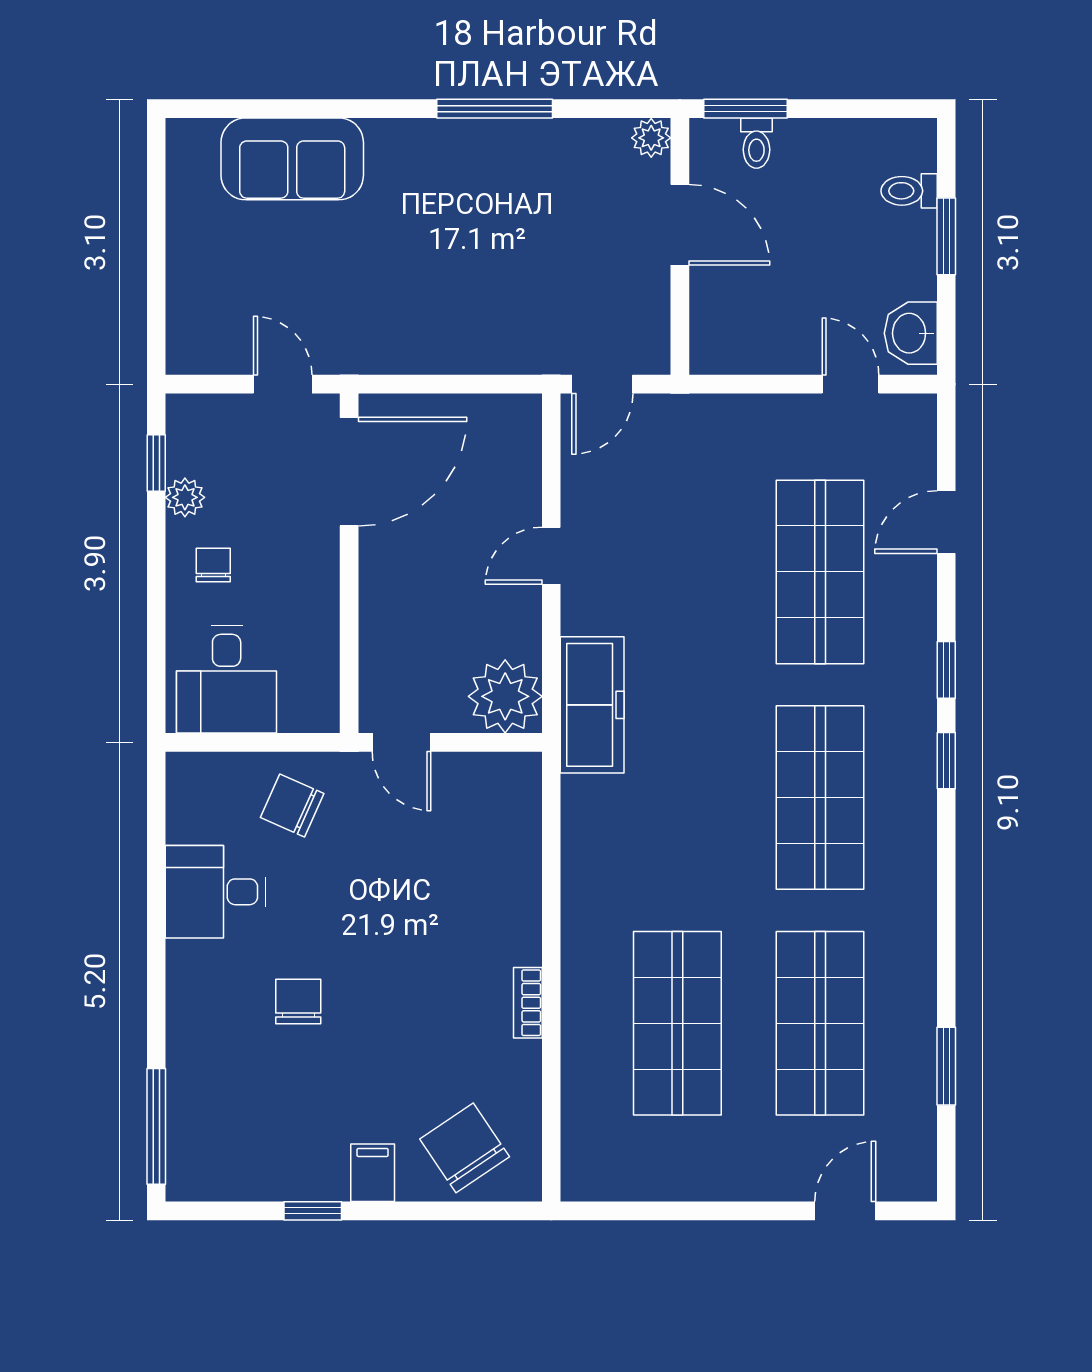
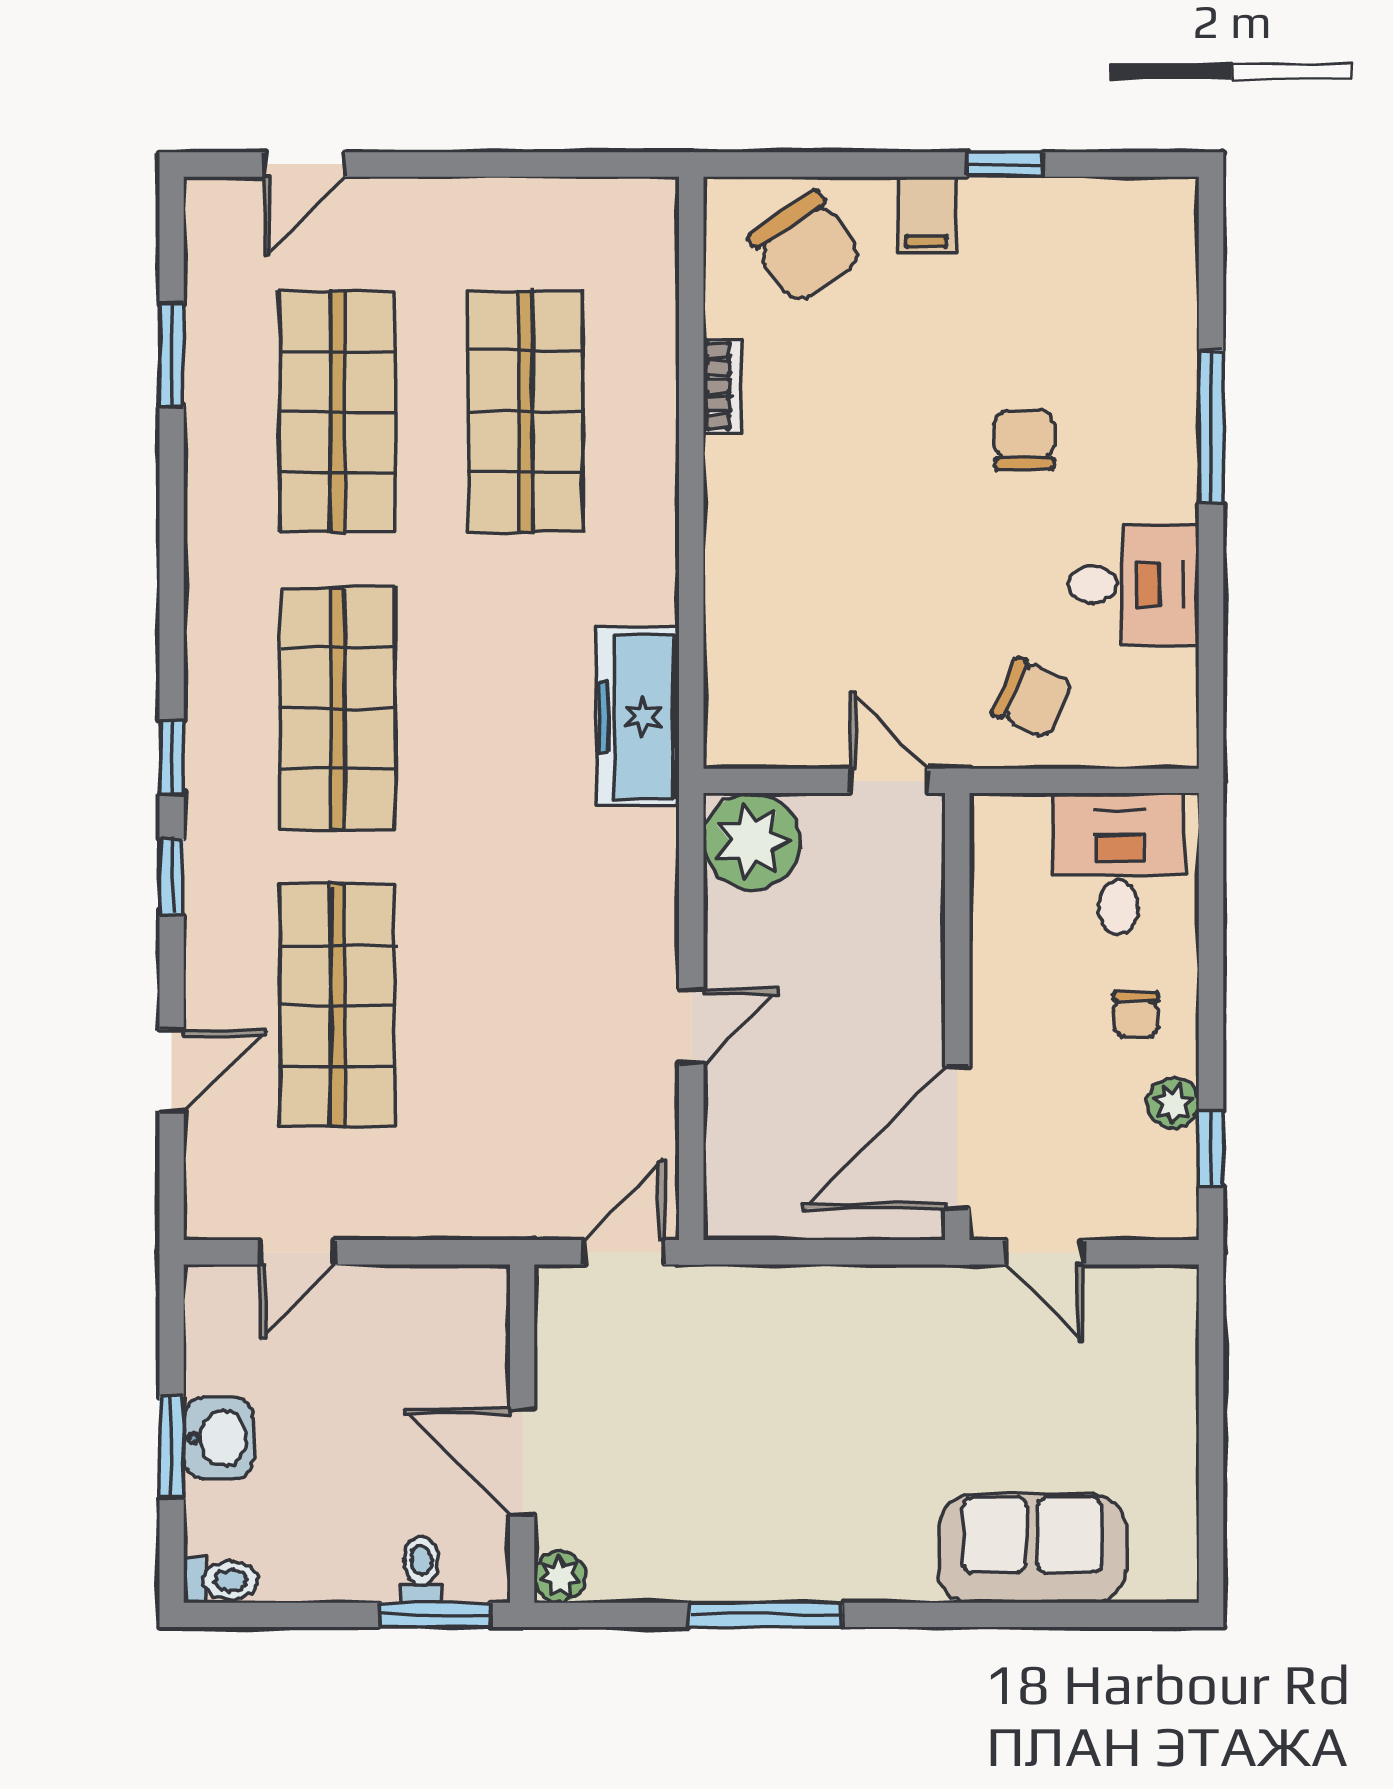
toilet: (909, 191) -> (220, 1580), moved
washbasin: (911, 333) -> (218, 1438), moved
door: (850, 384) -> (298, 1252), hinge flipped
freezer: (592, 705) -> (638, 716), moved
chair: (298, 1002) -> (1024, 440), turned 180
bookcase: (528, 1003) -> (722, 386), moved
window: (156, 1126) -> (1211, 427), moved

